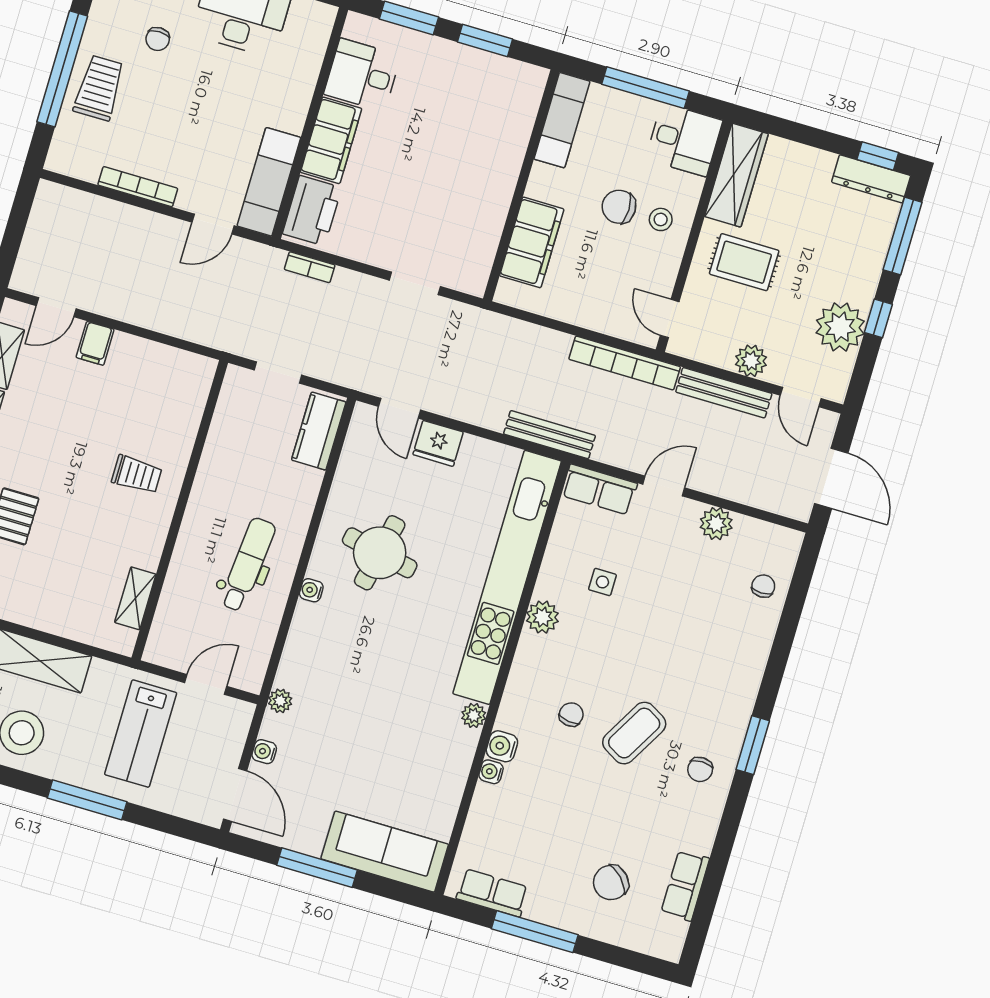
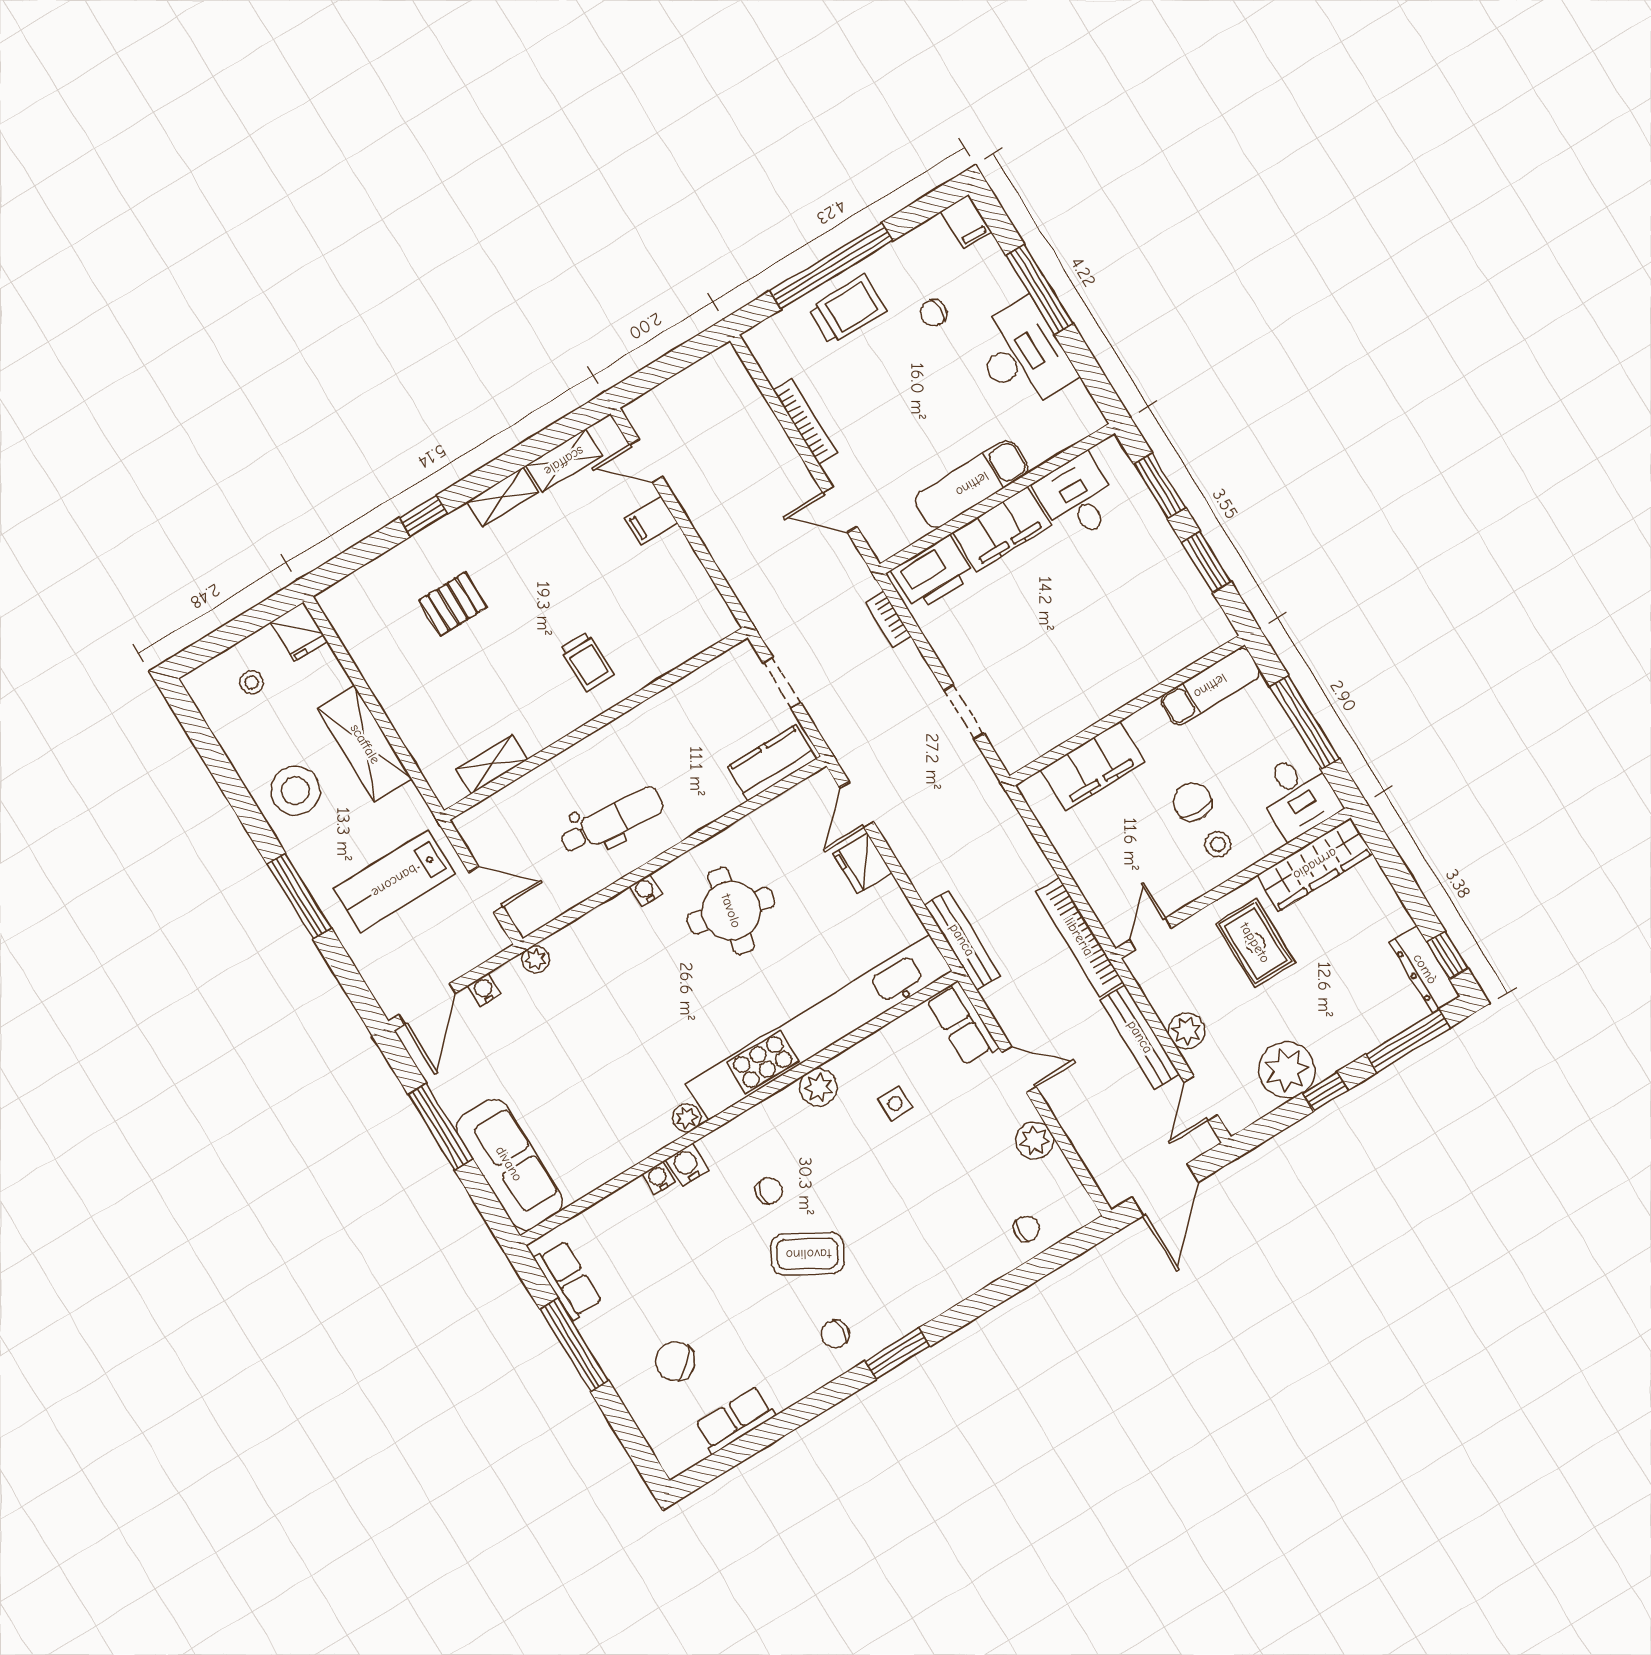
exam couch: (269, 182) -> (972, 484), moved

